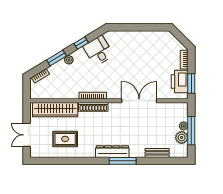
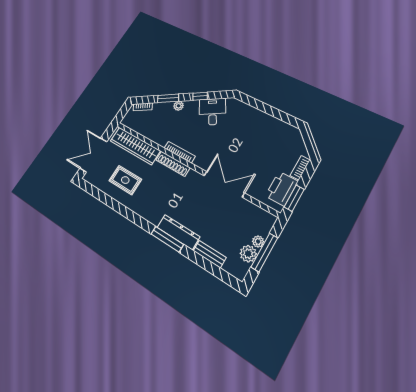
double door: (27, 135) -> (93, 155), width x1.37
dresser: (112, 152) -> (178, 232), moved

